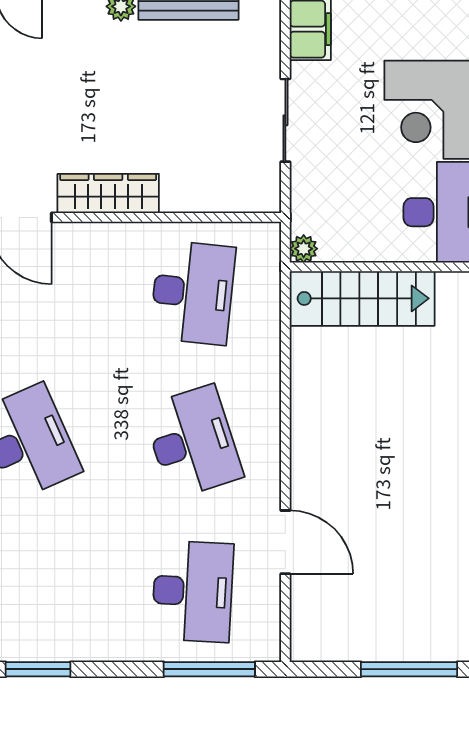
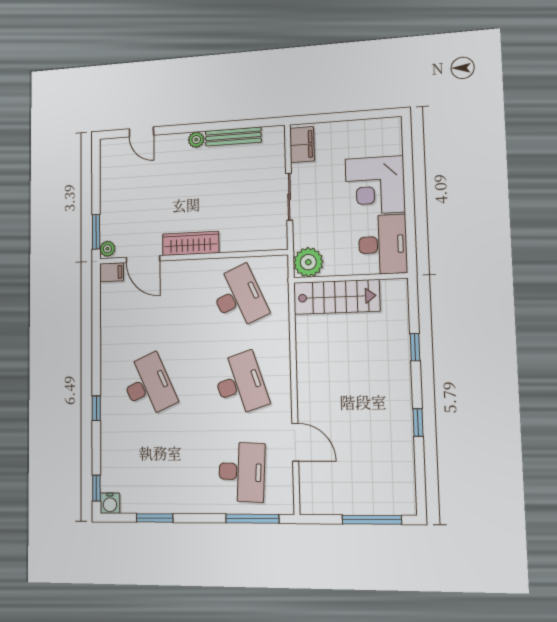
plant: (304, 249) -> (308, 262), width x1.88, depth x1.88
desk: (193, 292) -> (239, 297), turned -30

